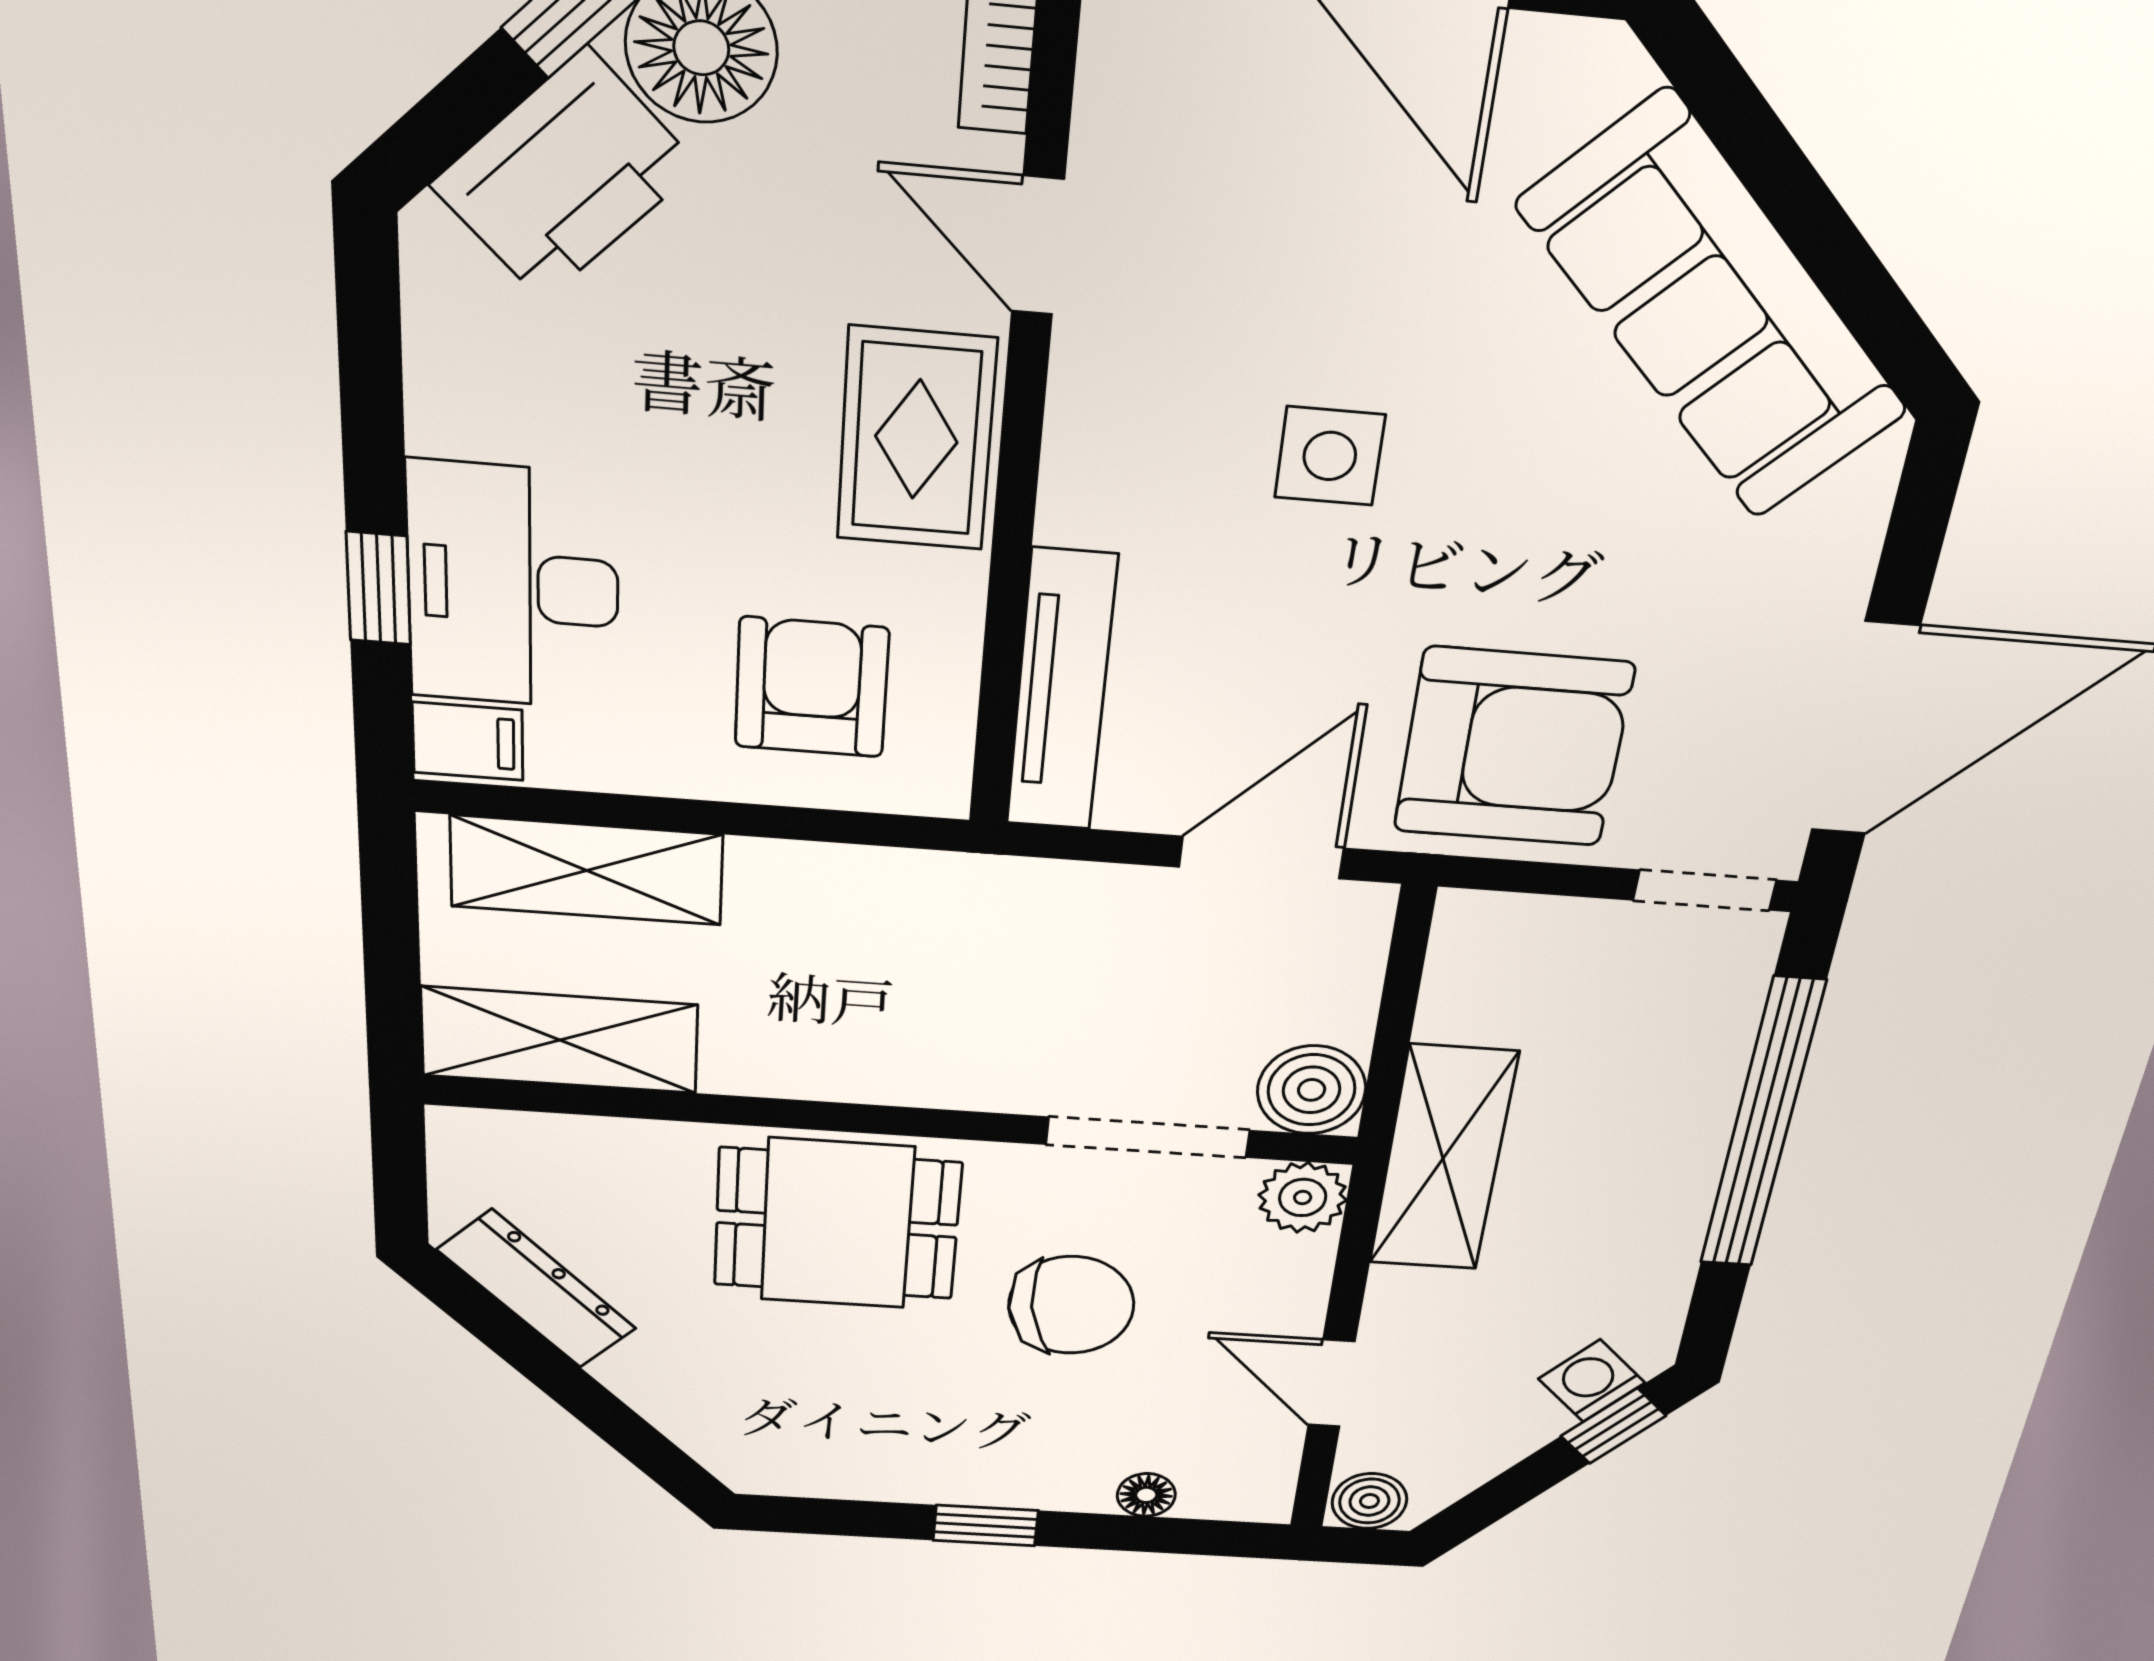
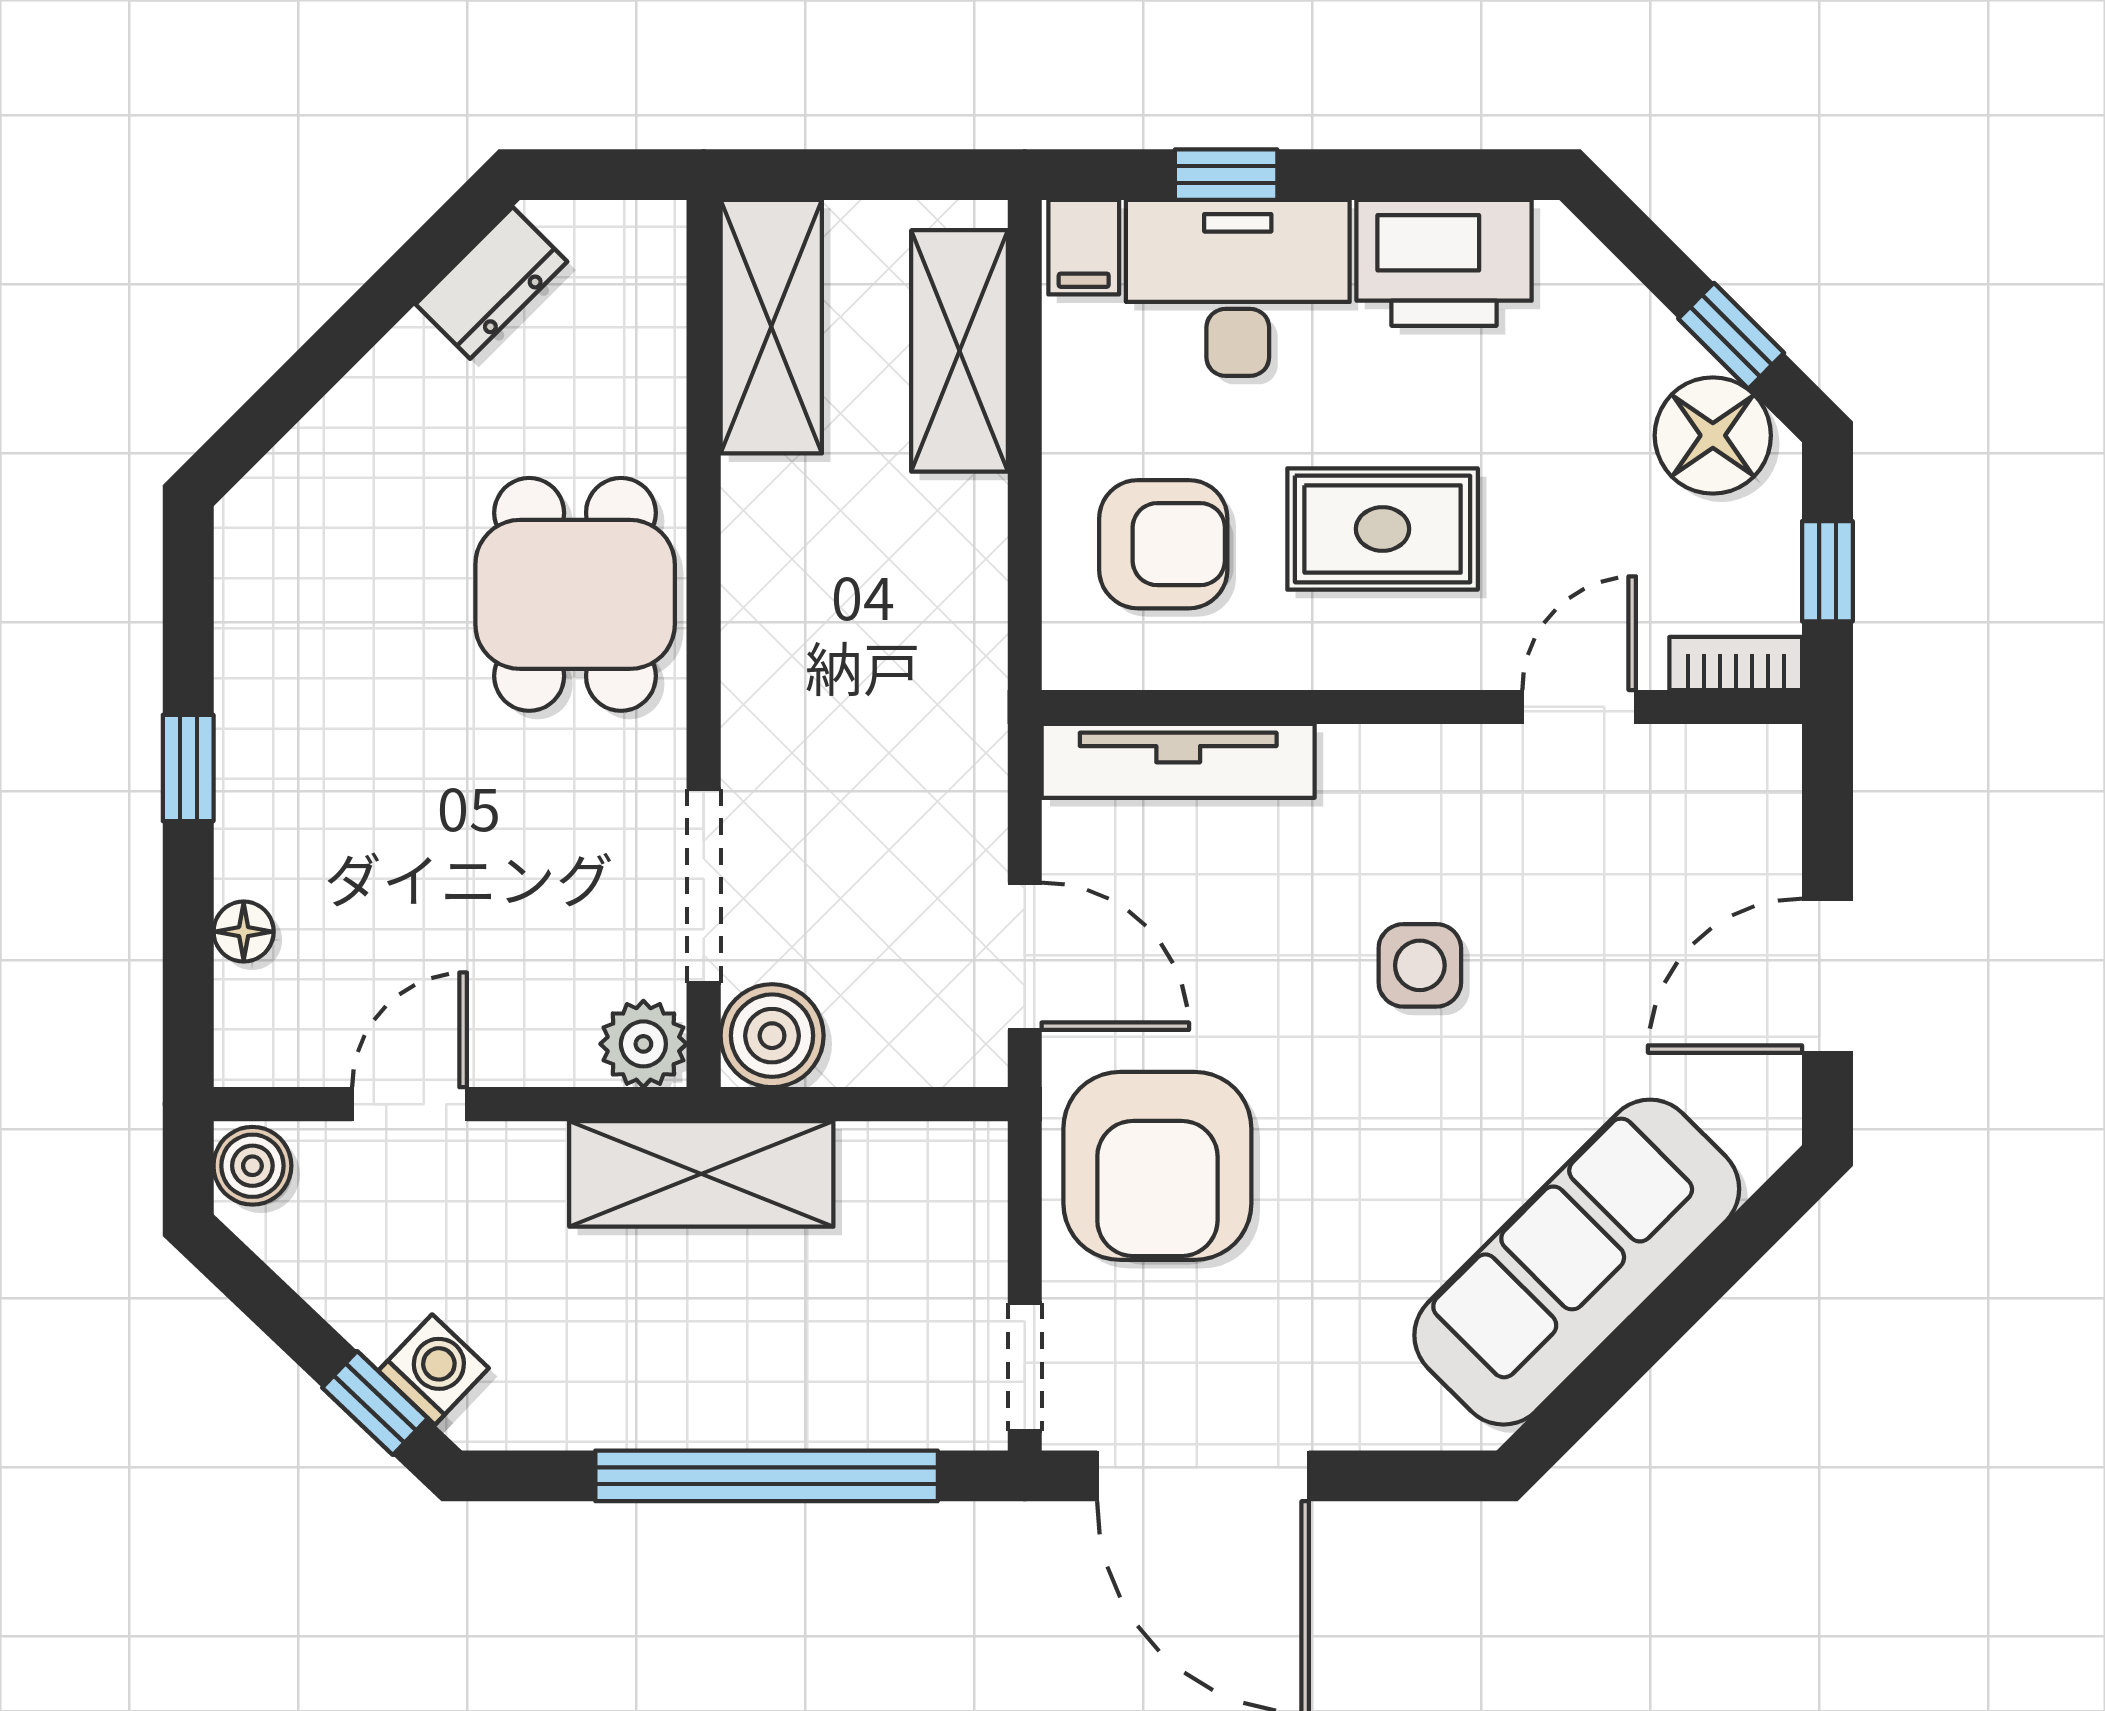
printer: (565, 176) -> (1444, 263), moved, turned -45
rug: (916, 439) -> (1383, 529), moved
dresser: (537, 1289) -> (491, 283), width x0.70
chair: (1071, 1305) -> (491, 831), removed

